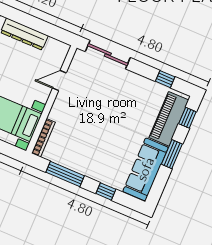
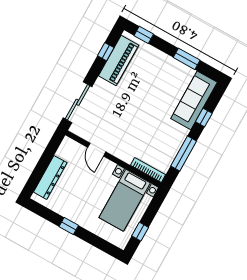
piano: (169, 119) -> (119, 61), moved, turned -90
window: (172, 154) -> (187, 59), moved
sofa: (146, 169) -> (194, 100), moved, turned 90

